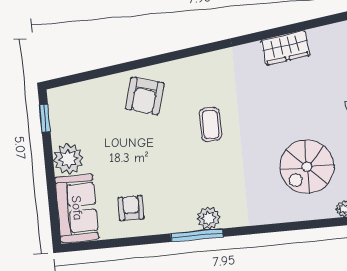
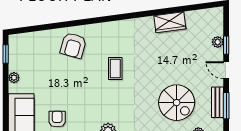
plant: (68, 159) -> (14, 78), width x0.53, depth x0.53
spiral stairs: (307, 167) -> (177, 103), turned -90

